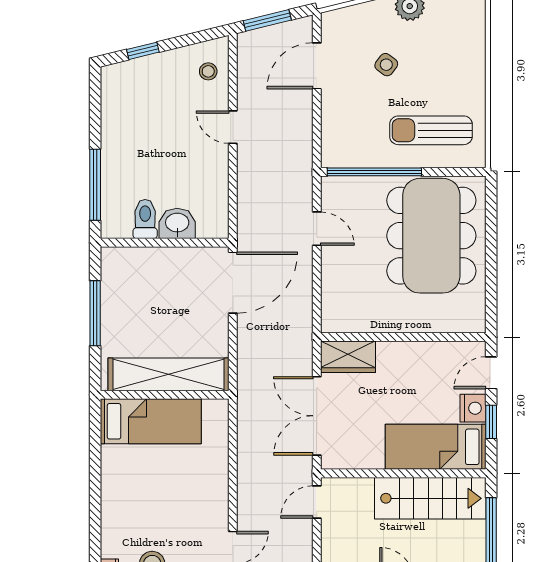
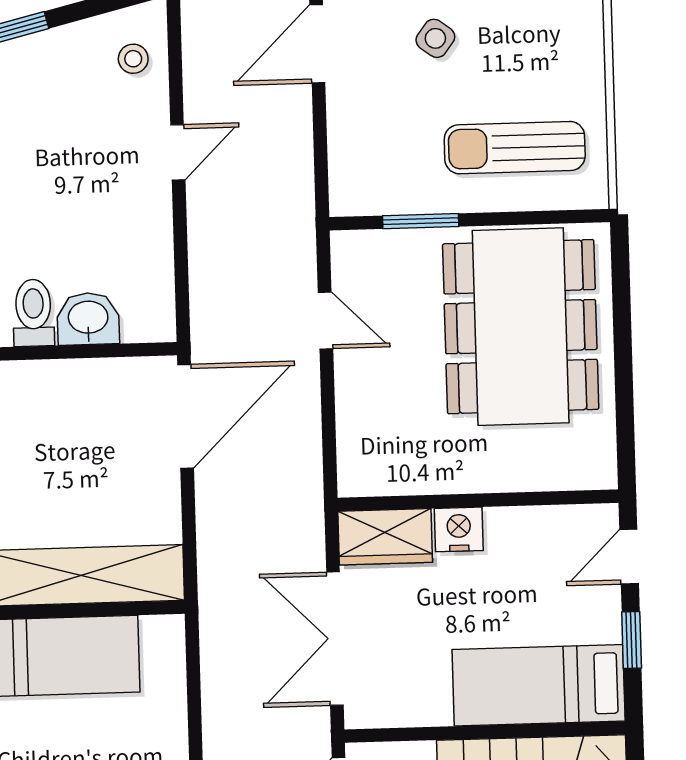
door: (233, 127) -> (178, 152), swing flipped
window: (374, 172) -> (421, 221), width x0.47
nightstand: (473, 408) -> (459, 529), moved, turned -90

